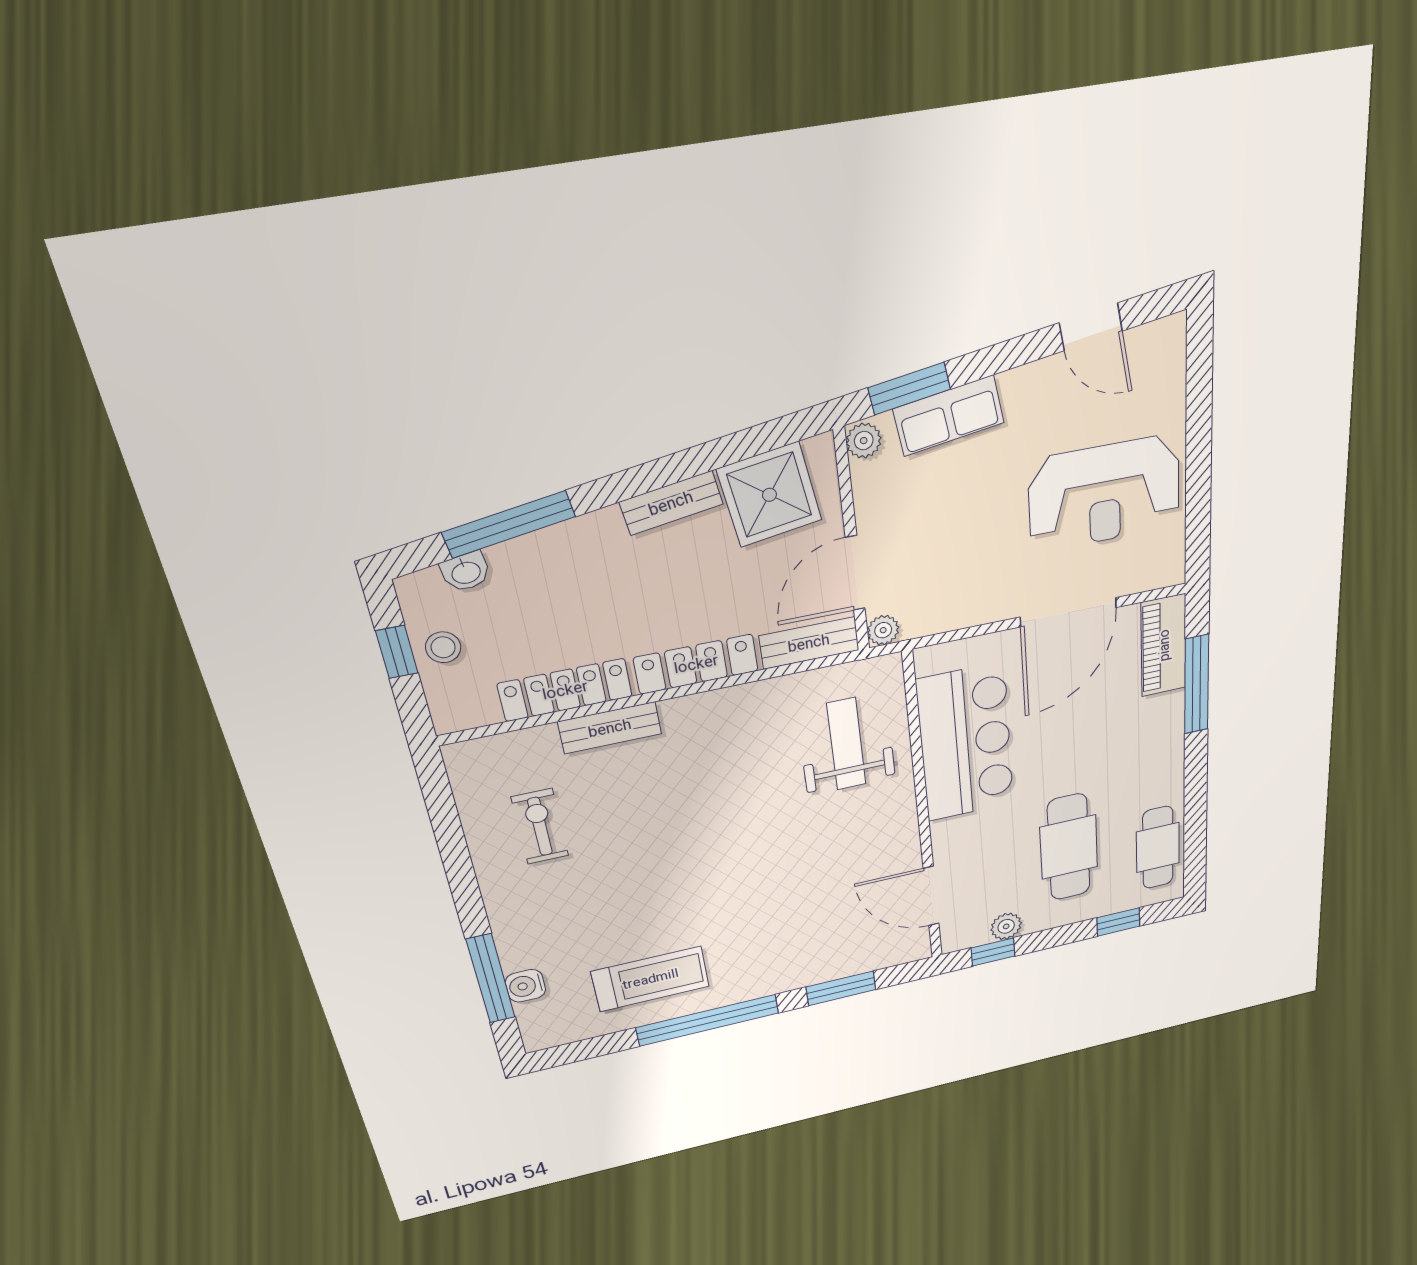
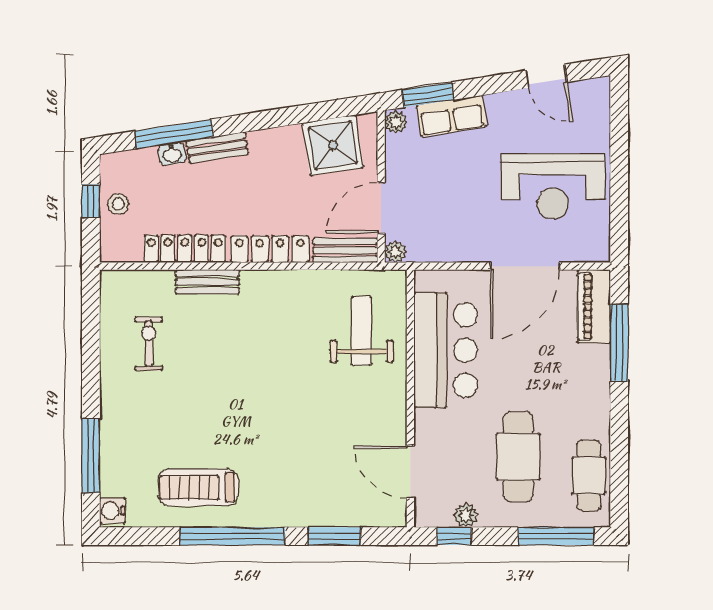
bench: (671, 503) -> (217, 148), moved
washbasin: (466, 572) -> (172, 154), moved
window: (1118, 922) -> (556, 536), width x2.17
treadmill: (650, 979) -> (198, 487), turned 180
water cooler: (525, 986) -> (112, 511), moved

